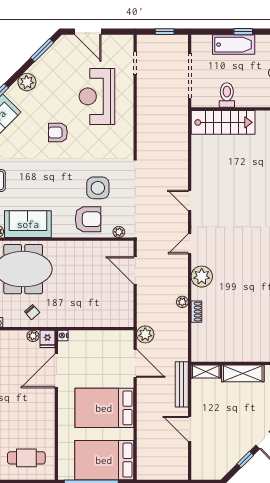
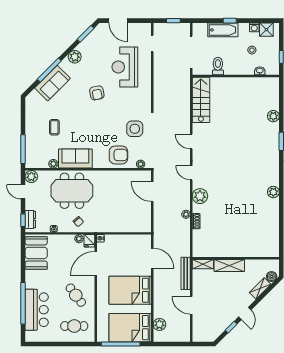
stairs: (223, 122) -> (201, 100), moved, turned -90
armchair: (58, 133) -> (97, 93), turned -101
side table: (98, 188) -> (135, 129), moved
door: (190, 244) -> (191, 173), hinge flipped
plant: (145, 334) -> (159, 324), moved
cafe table: (29, 415) -> (76, 295), added

